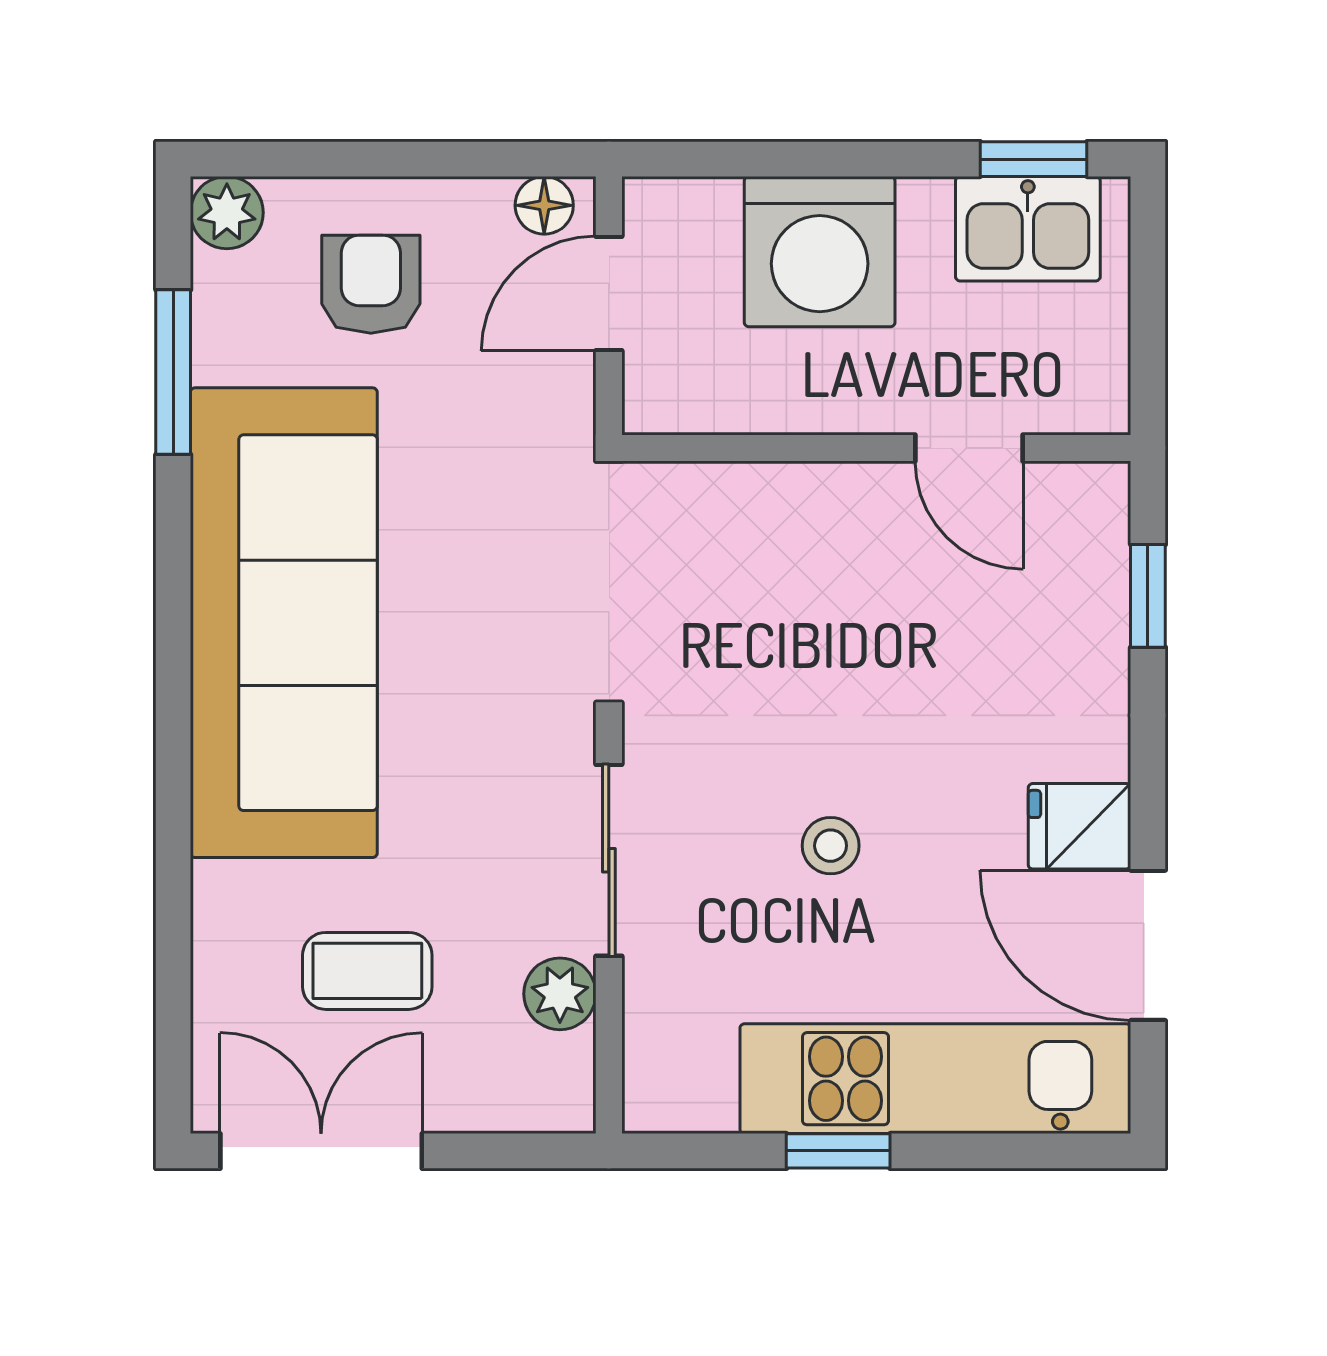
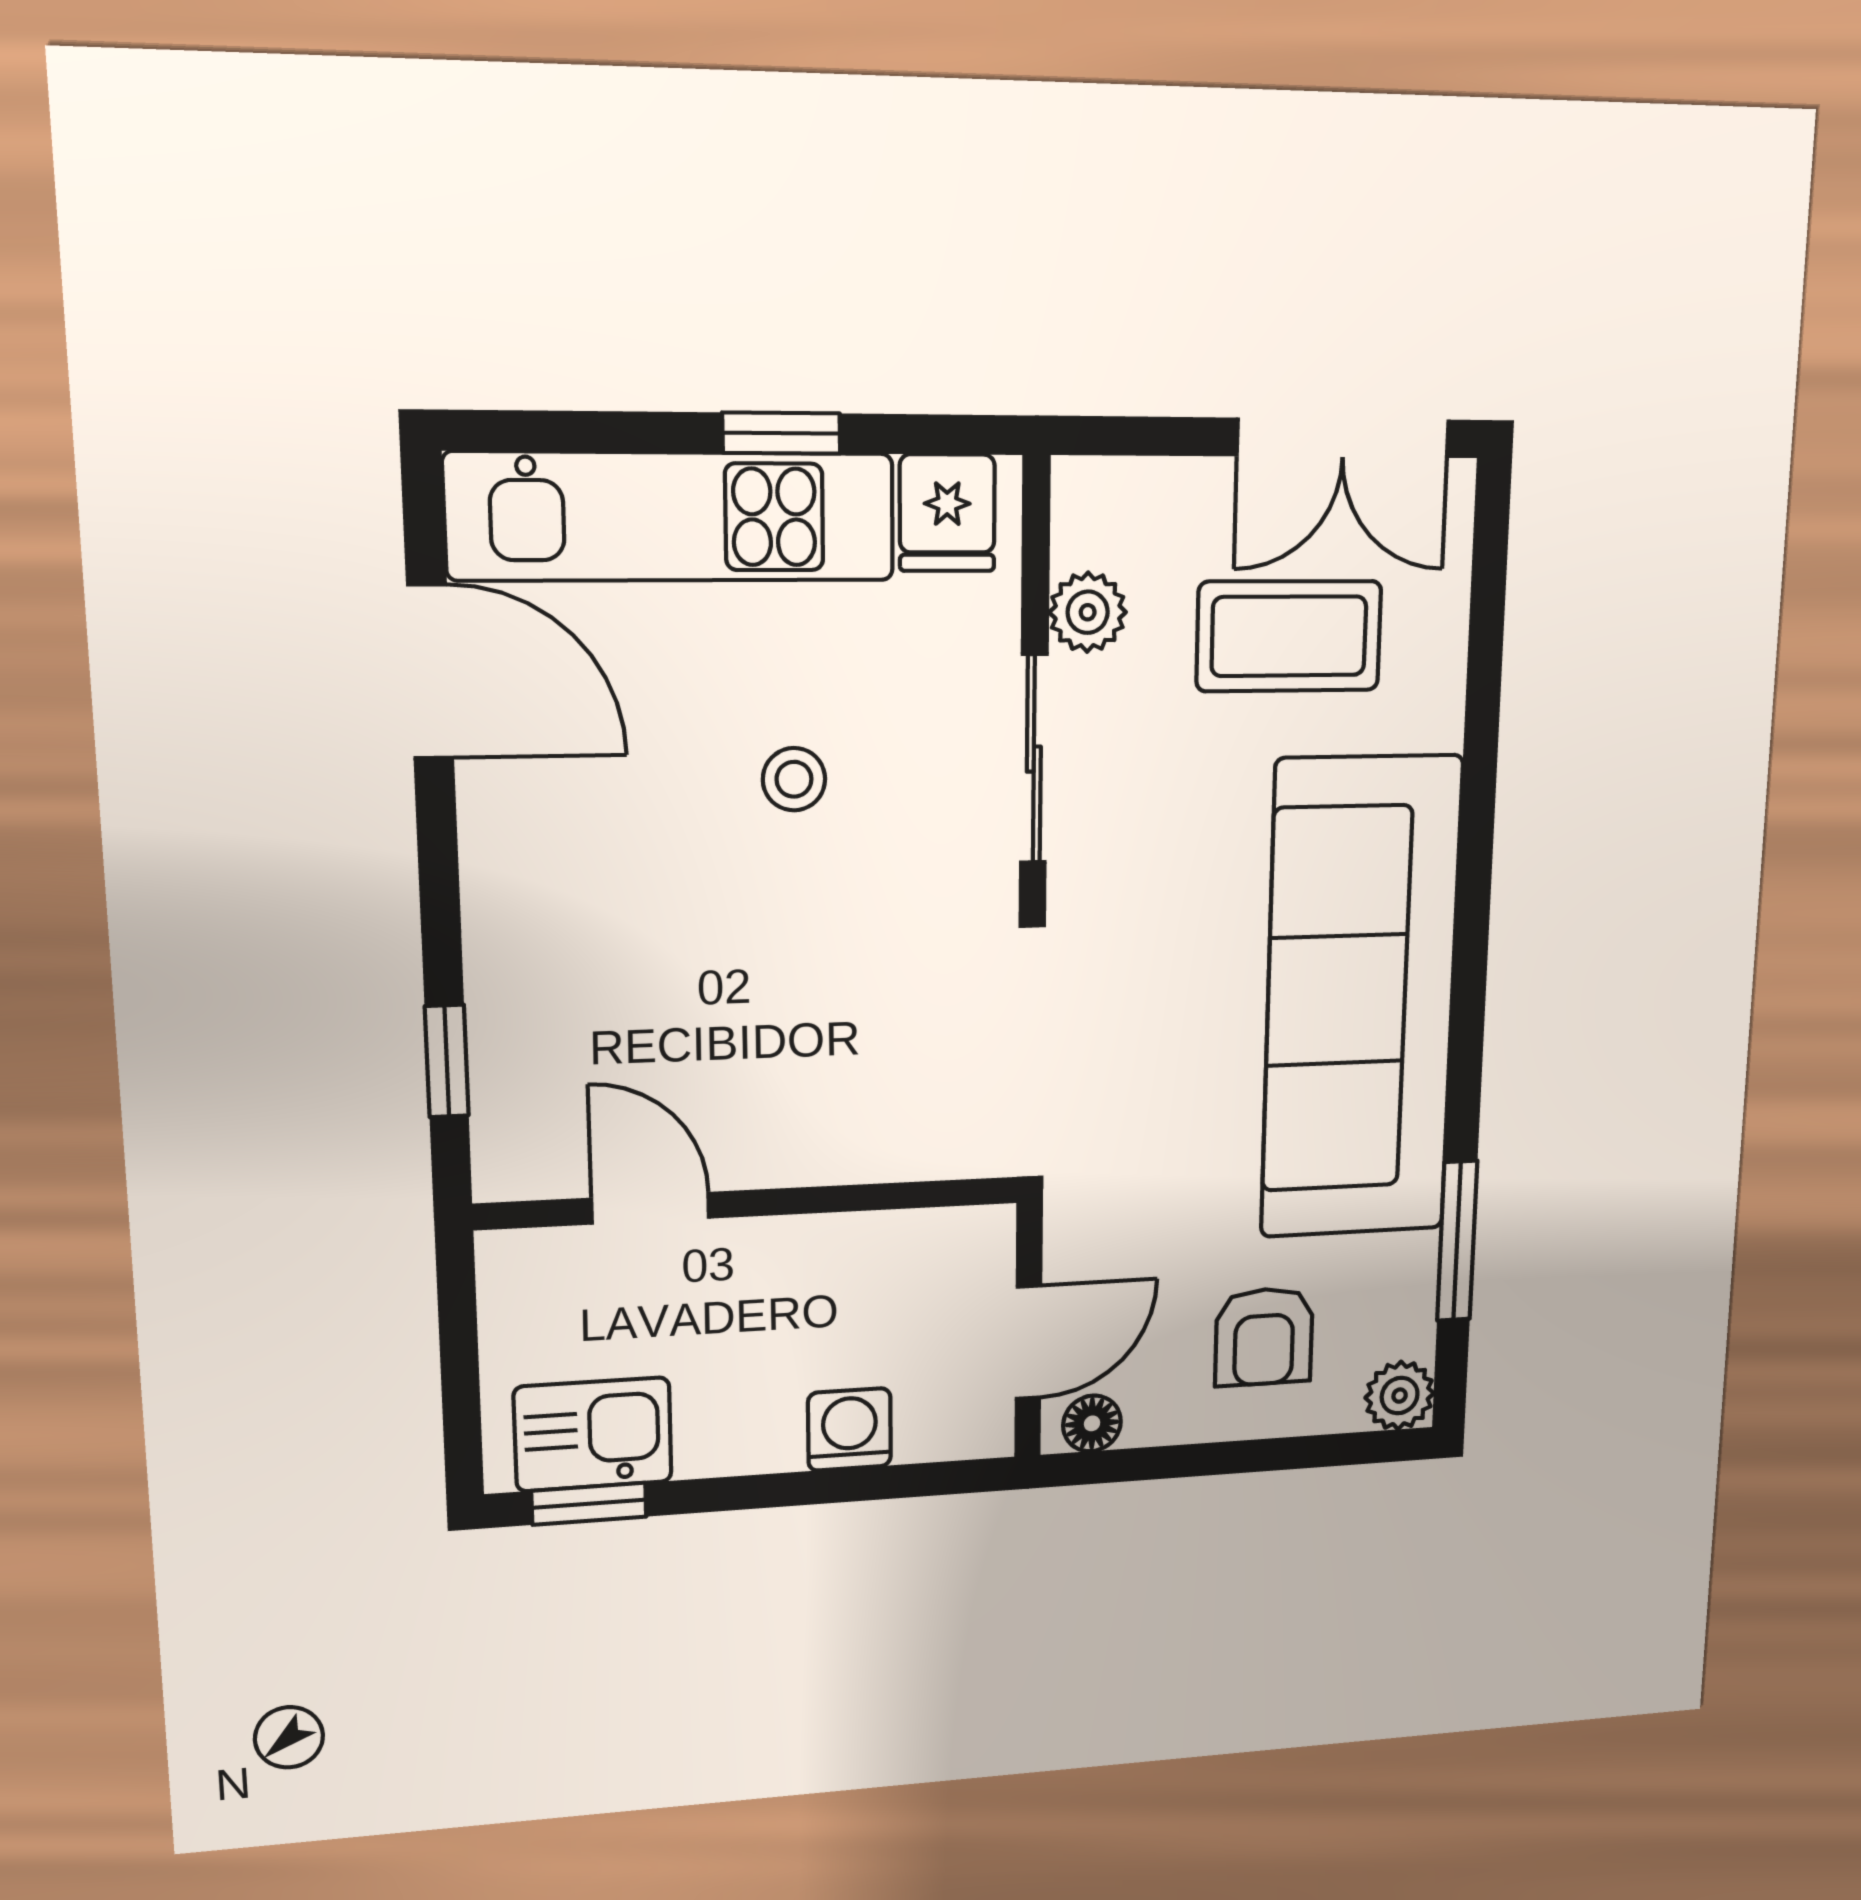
washing machine: (820, 252) -> (849, 1430), width x0.53, depth x0.53
fridge: (1079, 826) -> (947, 513), moved, turned 90
coffee table: (367, 971) -> (1289, 636), width x1.36, depth x1.30

